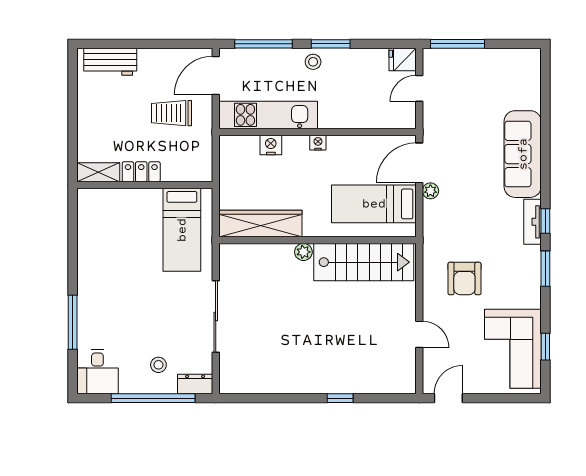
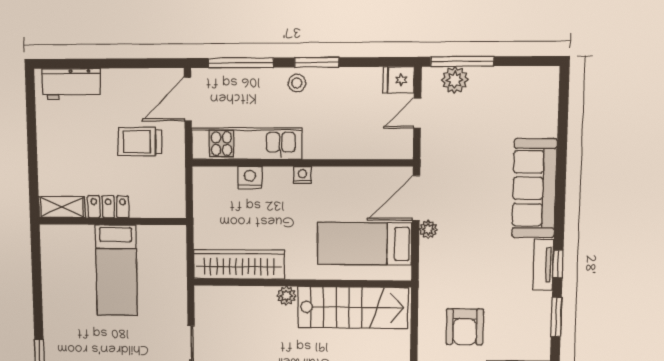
plant: (451, 60) -> (455, 80), added
bed: (182, 230) -> (116, 270), moved

